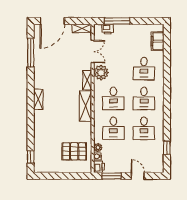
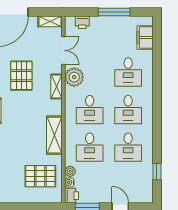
window: (117, 21) -> (114, 12), moved
pallet: (59, 71) -> (21, 76), added
shelving: (85, 106) -> (54, 135), moved

